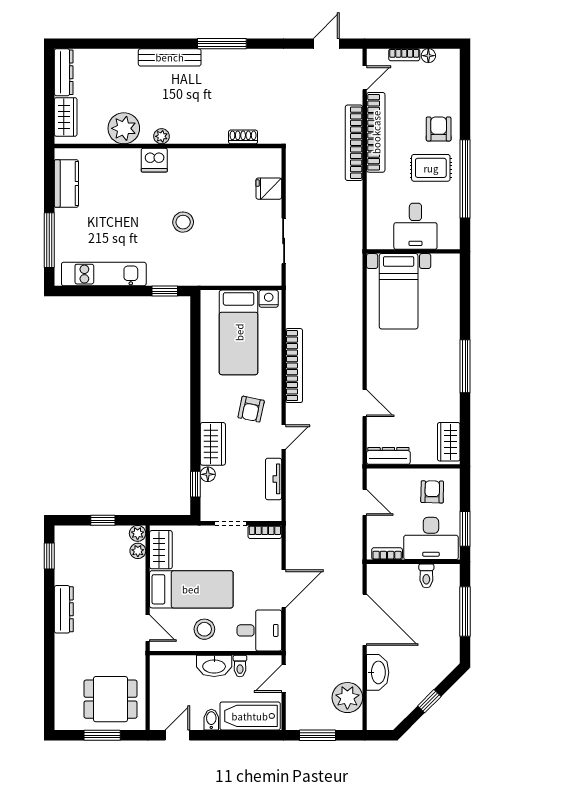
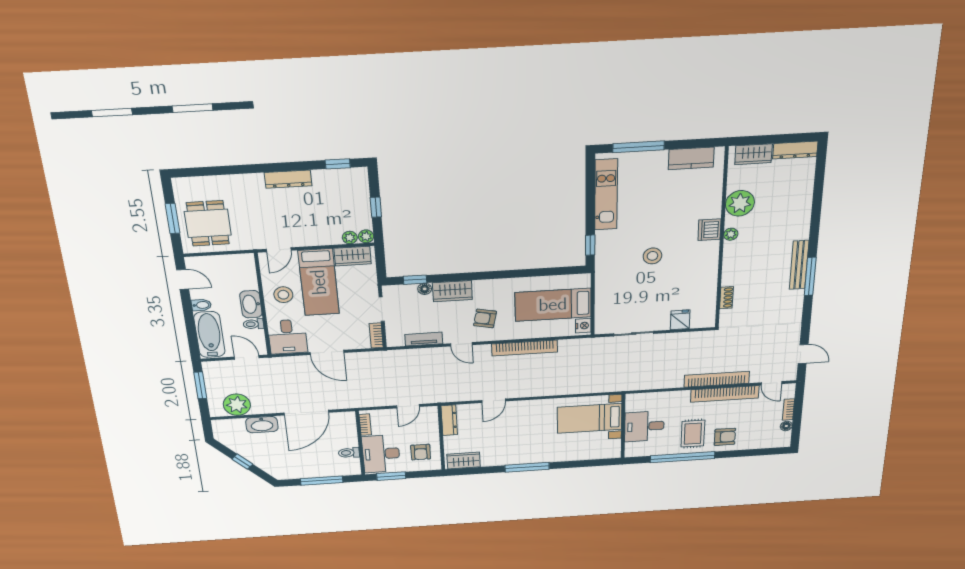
bench: (170, 57) -> (799, 265), moved
armchair: (432, 492) -> (421, 452), turned 89

